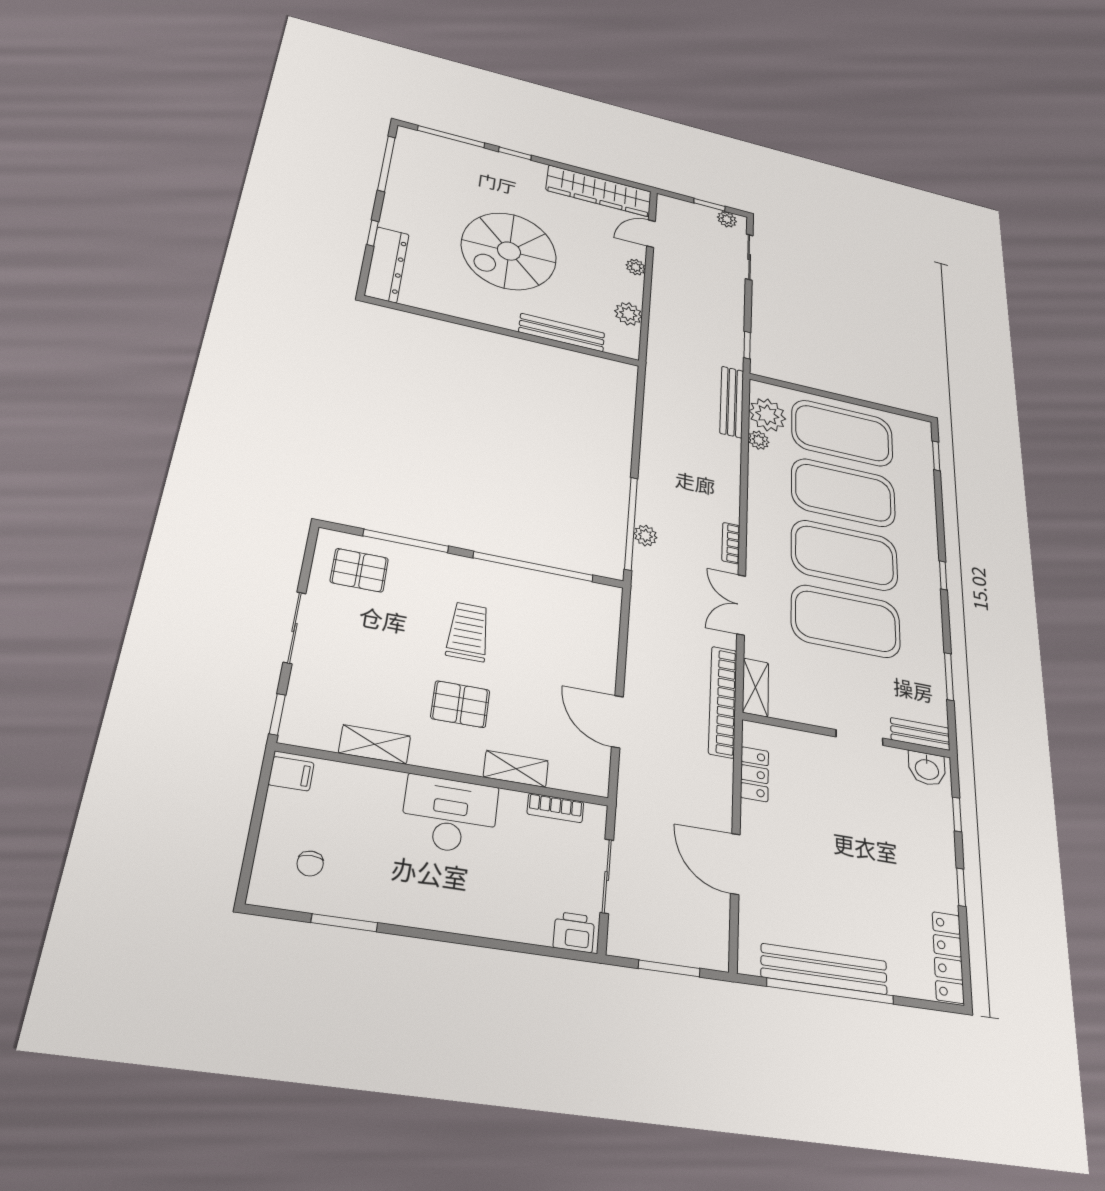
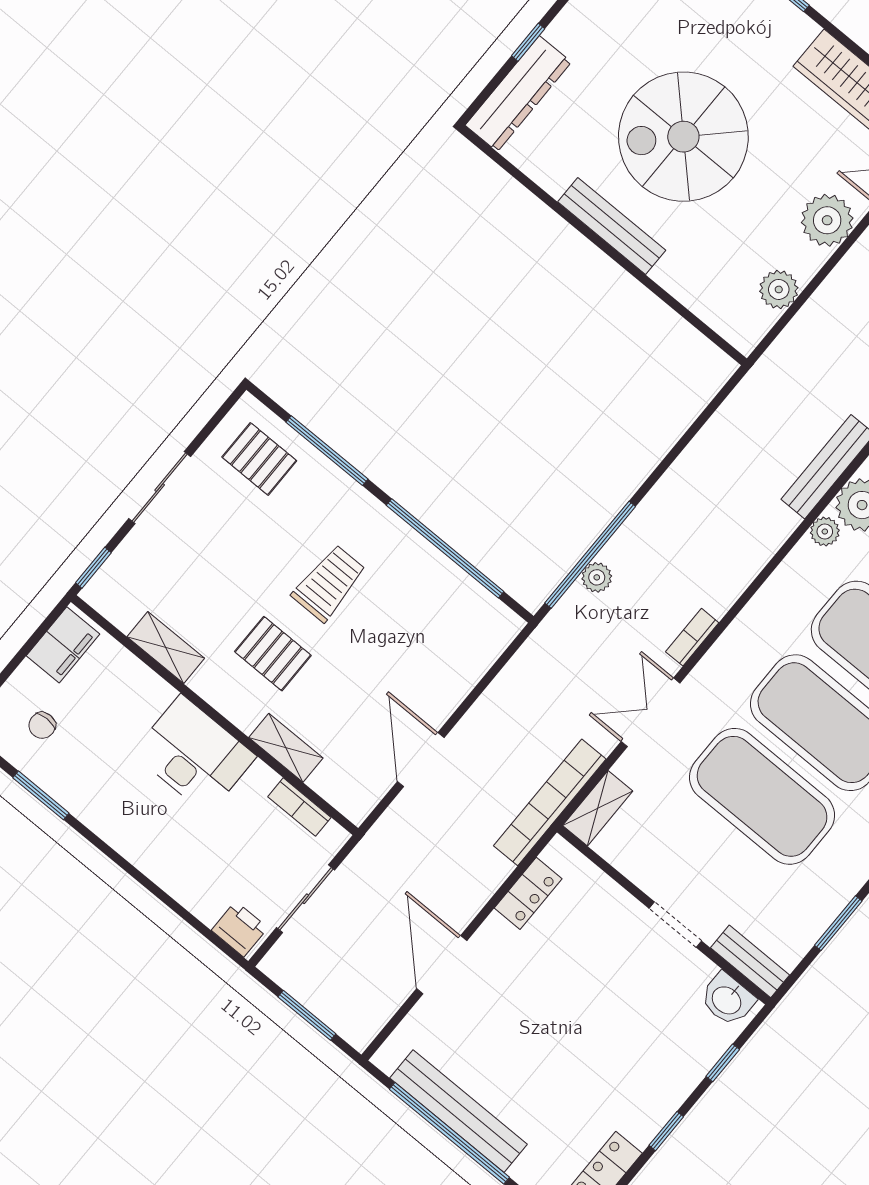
plant: (636, 267) -> (827, 220), width x1.88, depth x1.88
bench: (562, 333) -> (612, 226), moved
filing cabinet: (291, 774) -> (63, 645), width x2.00

